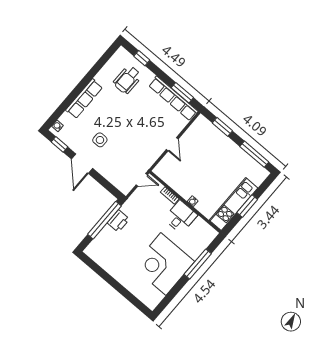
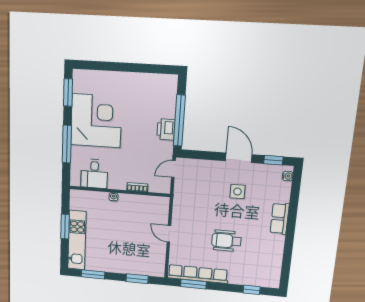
wheelchair: (127, 80) -> (226, 241), moved, turned -90
row of seats: (84, 99) -> (280, 219), width x0.68
window: (254, 154) -> (93, 274), width x0.69
door: (142, 180) -> (173, 169), moved
kitchen unit: (234, 204) -> (77, 240), moved
desk: (181, 217) -> (94, 174), moved
window: (168, 298) -> (68, 93), added

